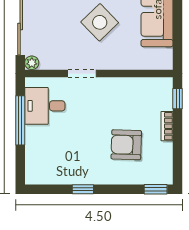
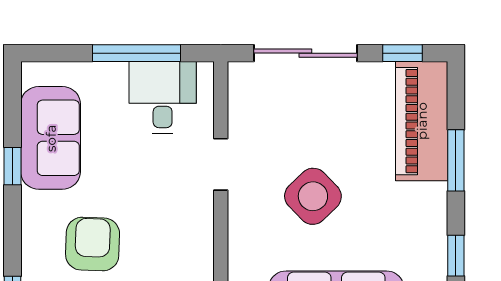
plant: (32, 63) -> (240, 74), removed
sofa: (67, 168) -> (51, 138), added

